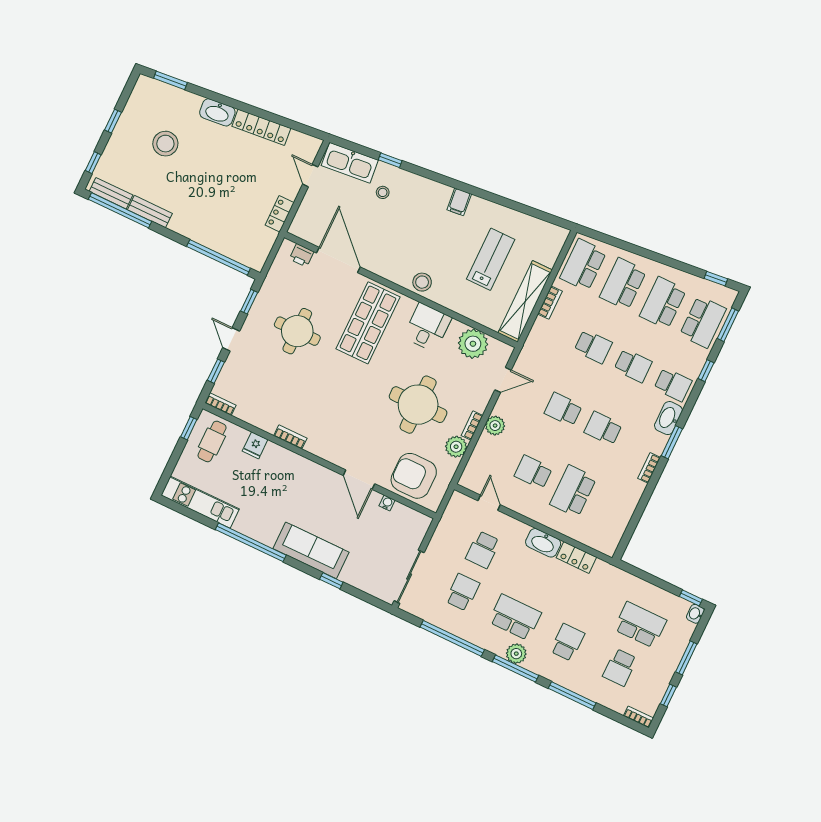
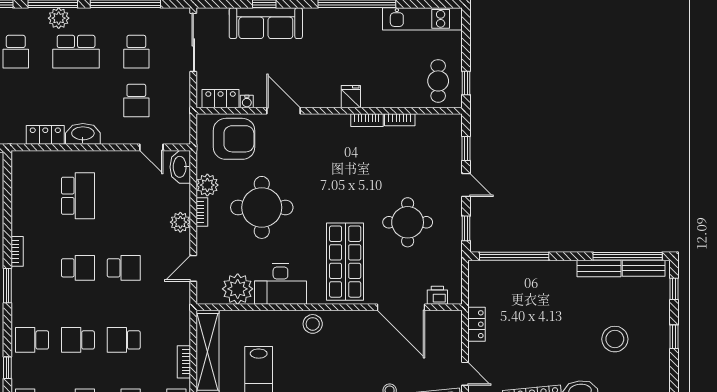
desk: (427, 327) -> (280, 284), width x1.37
bookcase: (220, 404) -> (400, 120), moved
washbasin: (668, 418) -> (180, 167), moved, turned 180
fridge: (255, 445) -> (351, 97), moved
school desk: (533, 472) -> (124, 196), removed
locker: (409, 516) -> (221, 99), added
sofa: (311, 550) -> (266, 23), moved
school desk: (483, 550) -> (136, 101), turned 180

